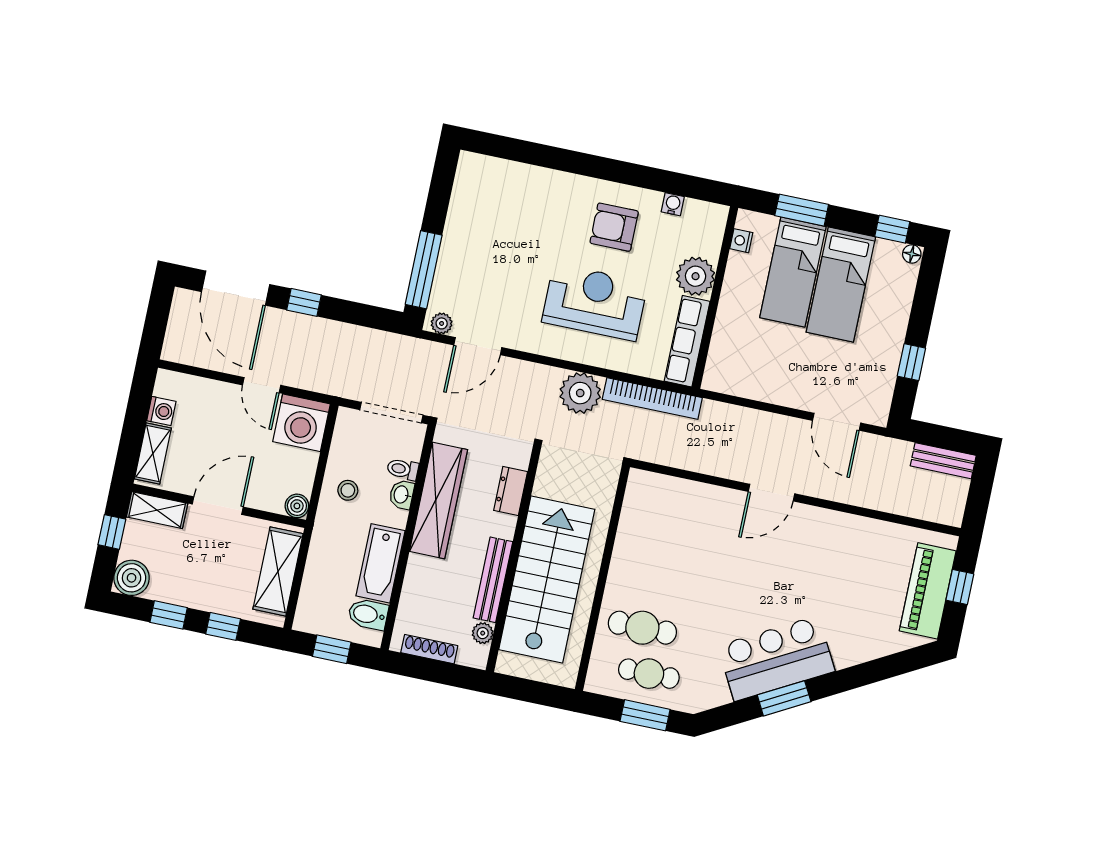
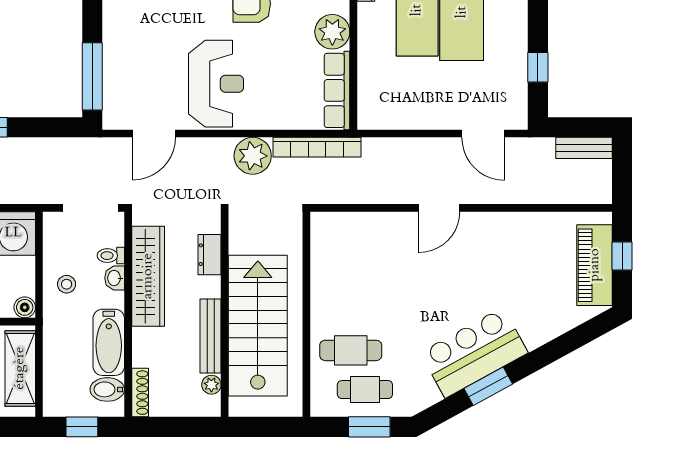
reception desk: (595, 302) -> (216, 84), moved, turned 90
plant: (442, 323) -> (118, 120), removed
shoe rack: (429, 649) -> (140, 393), moved, turned 90

